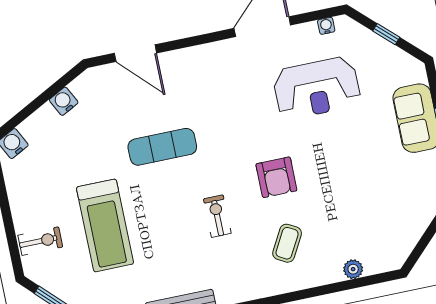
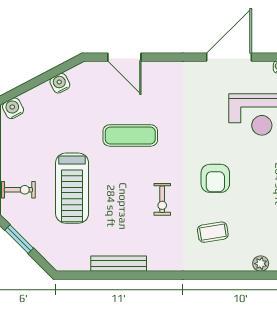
exercise bike: (217, 216) -> (162, 199), turned 180
coffee table: (287, 243) -> (213, 232), turned 52

